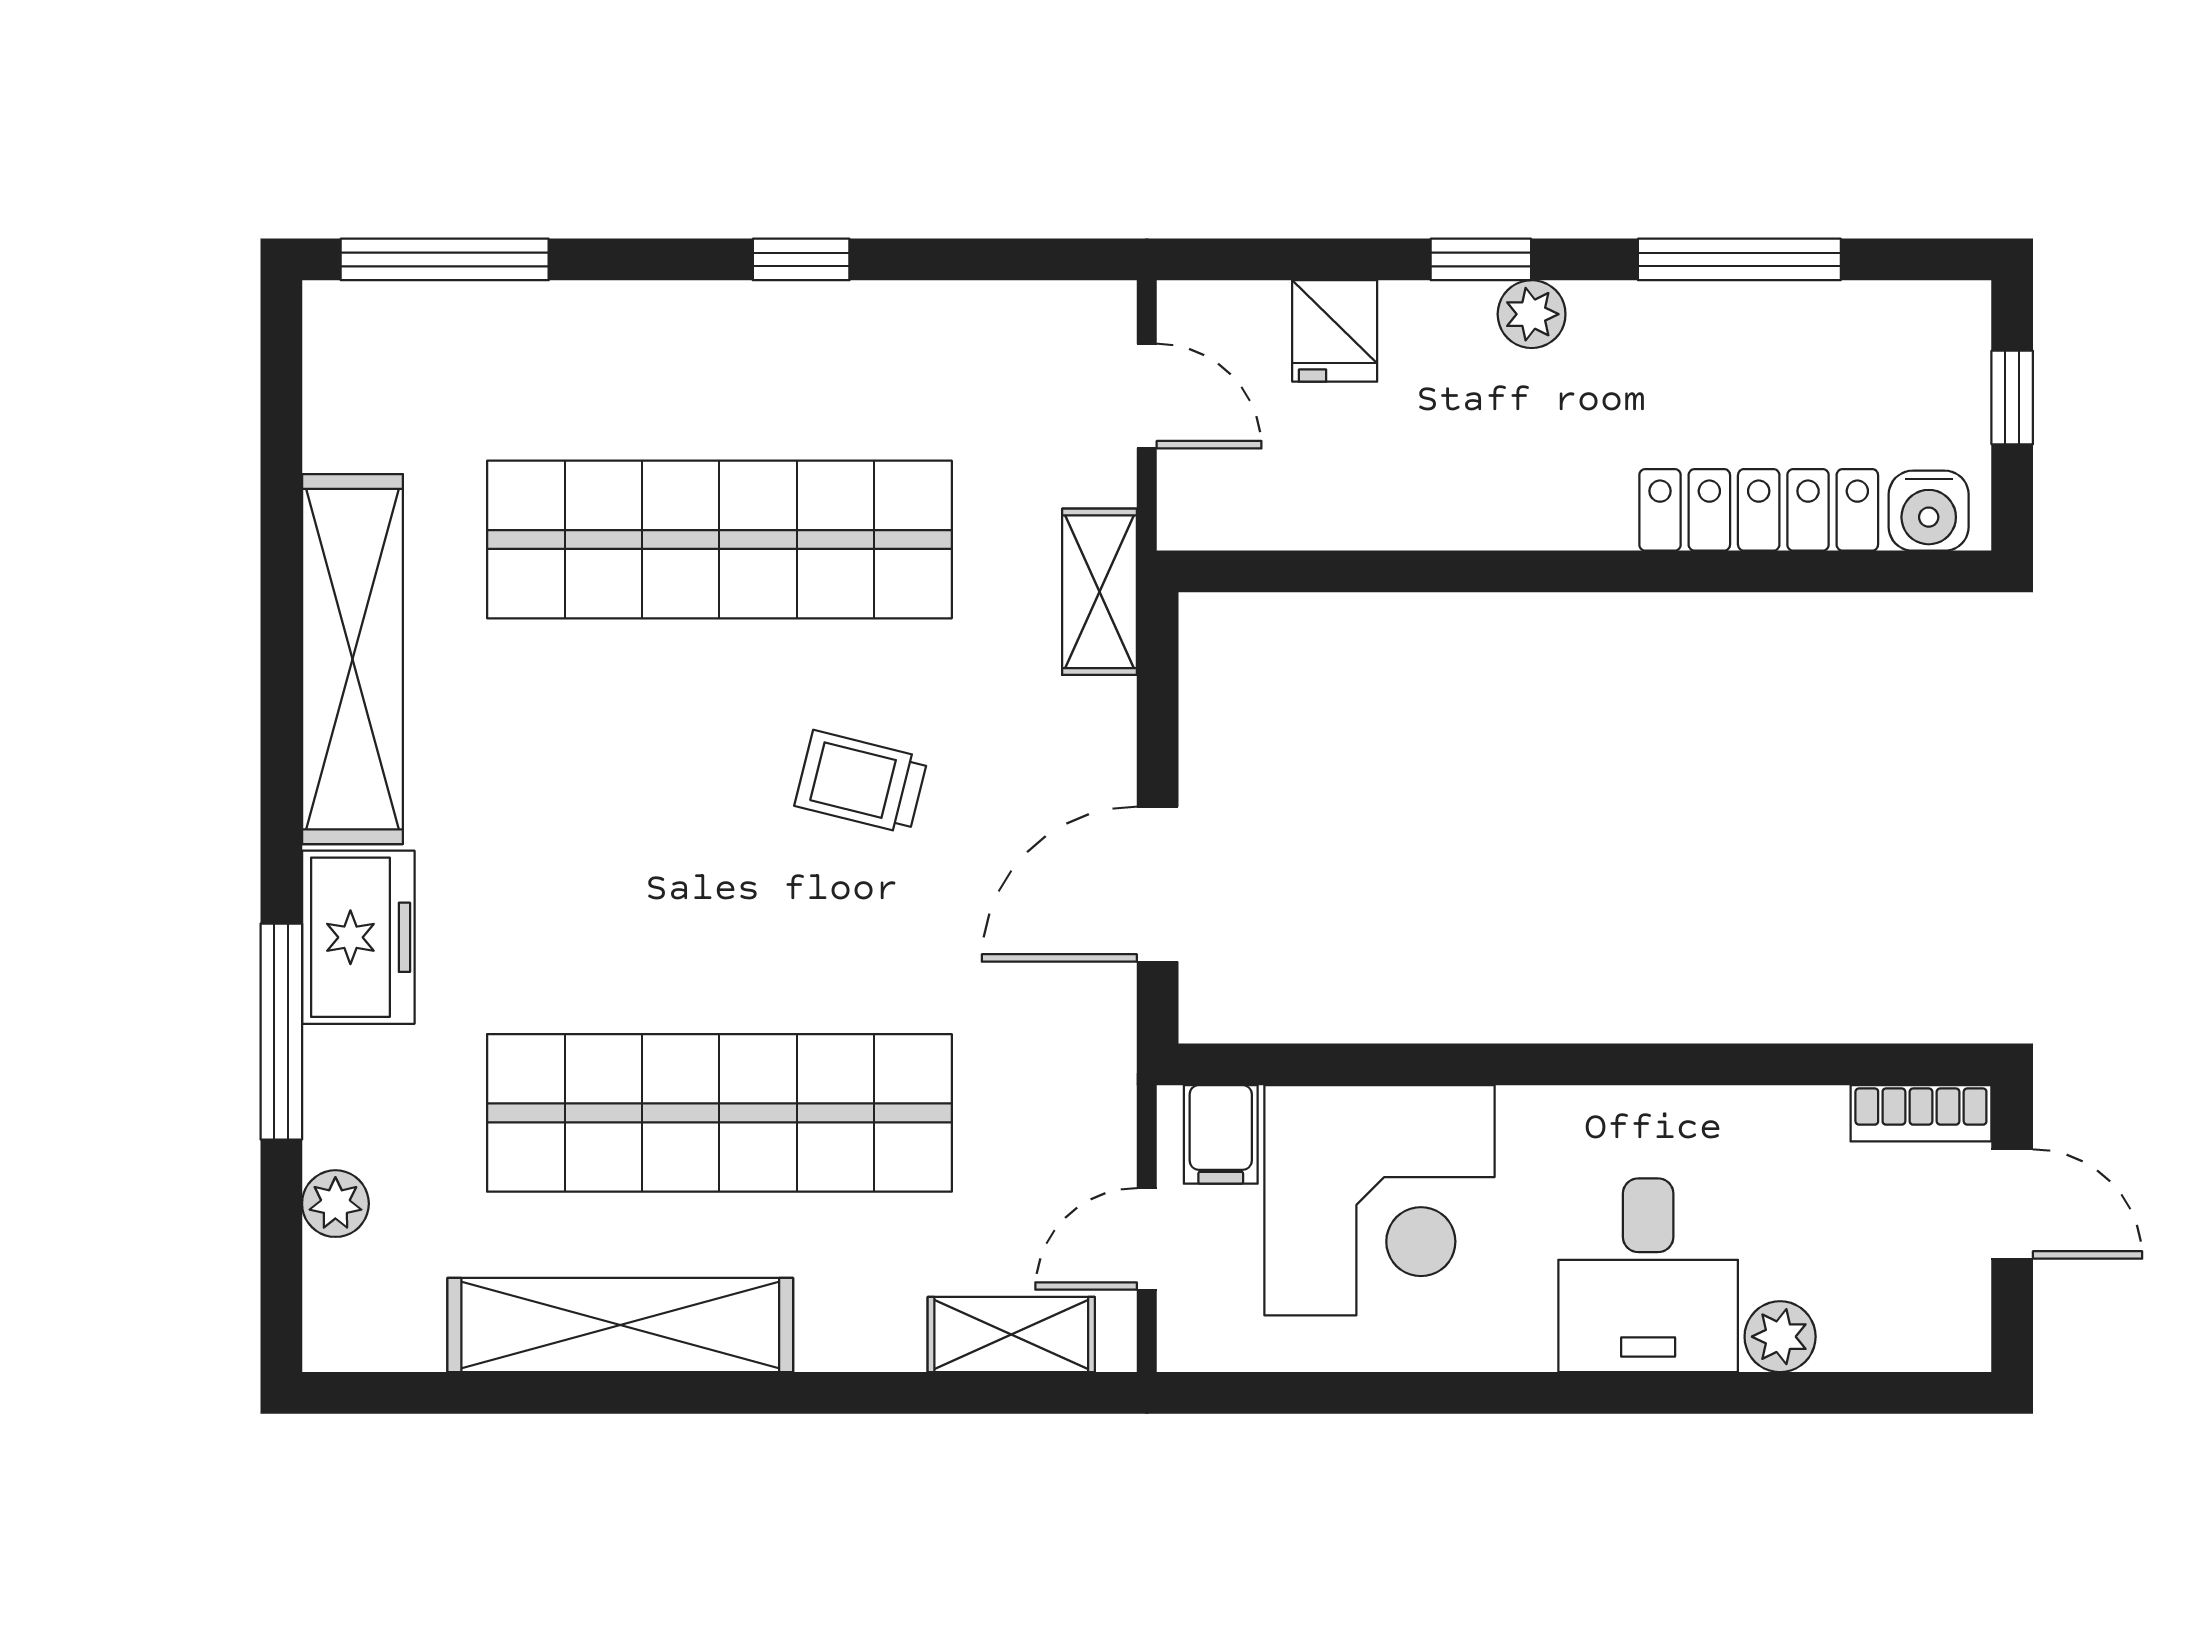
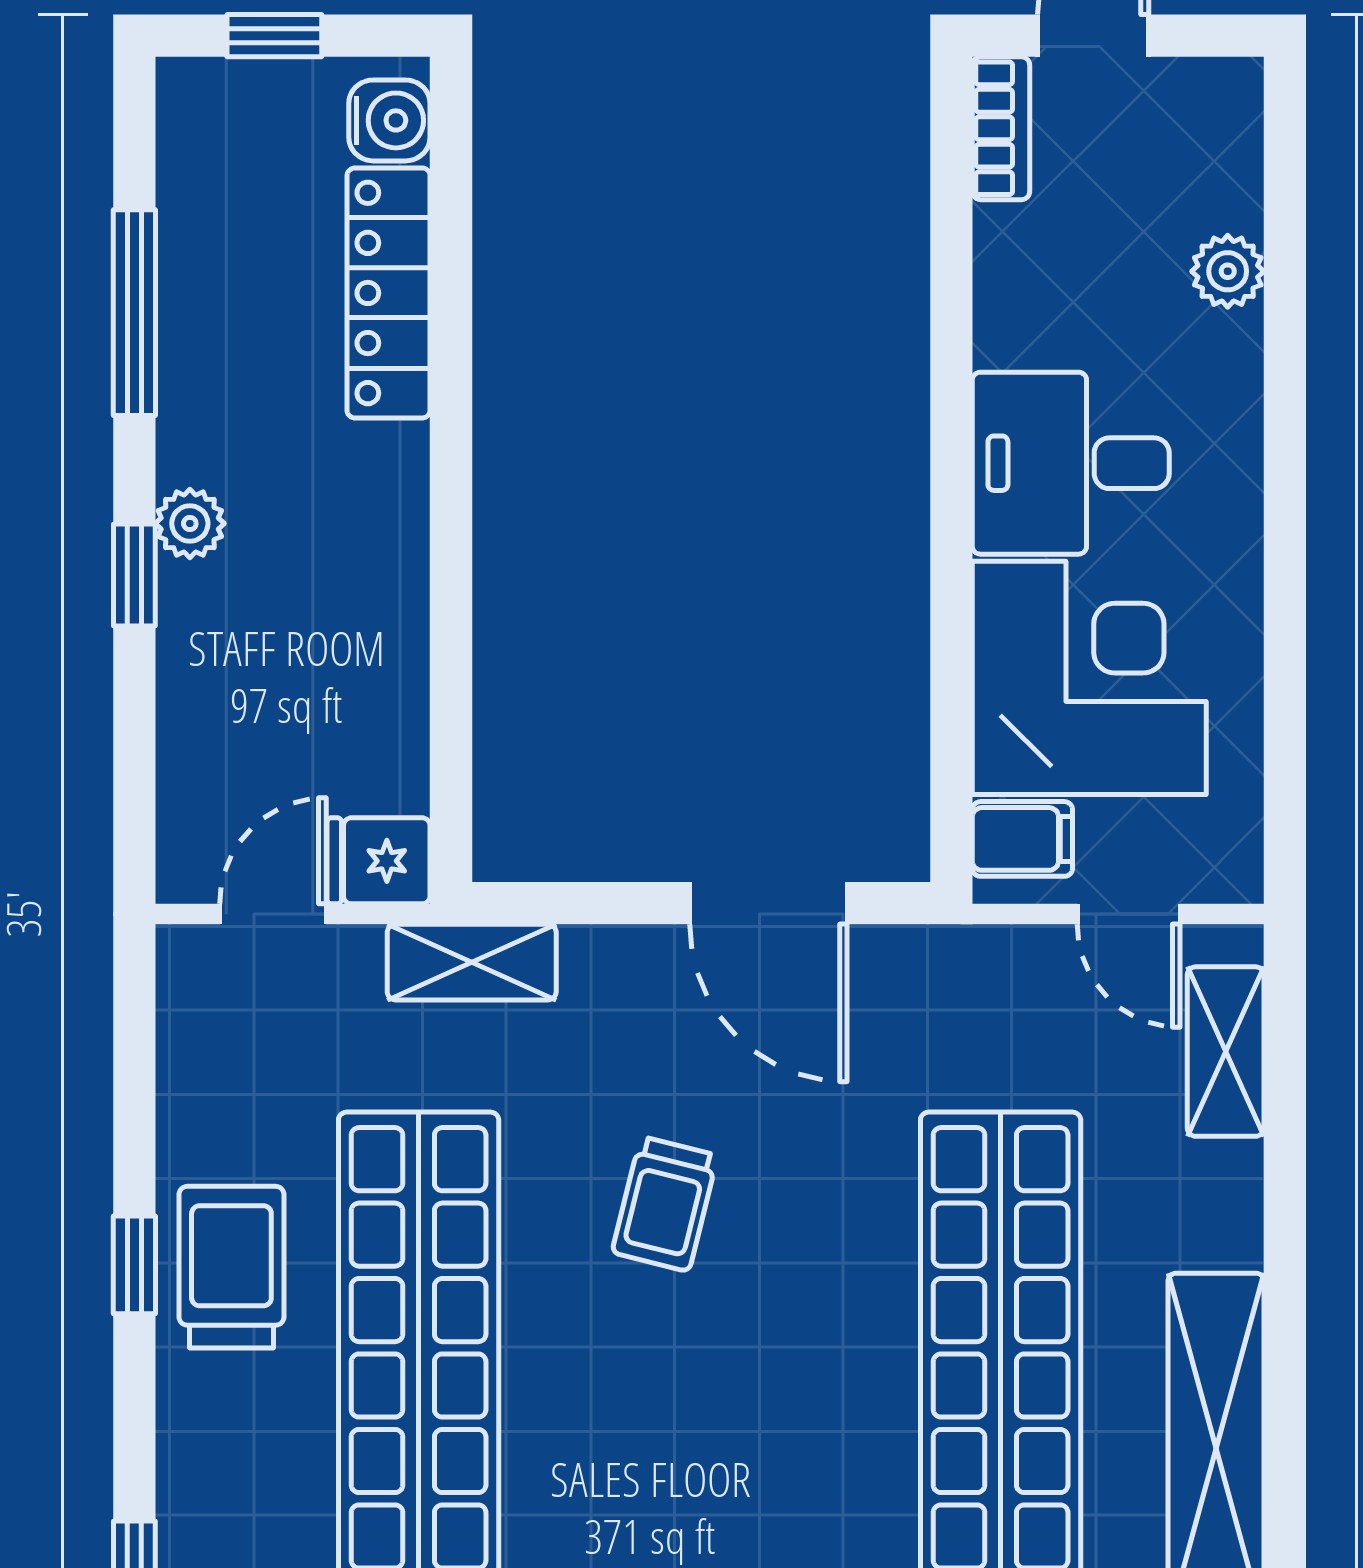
fridge: (1335, 331) -> (379, 861), moved, turned 180
trolley: (799, 355) -> (231, 1267), added
desk: (1648, 1275) -> (1071, 463), moved, turned 180

